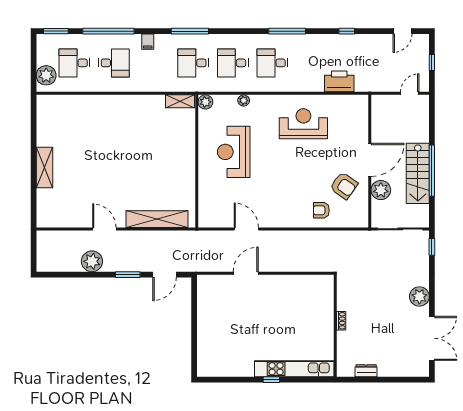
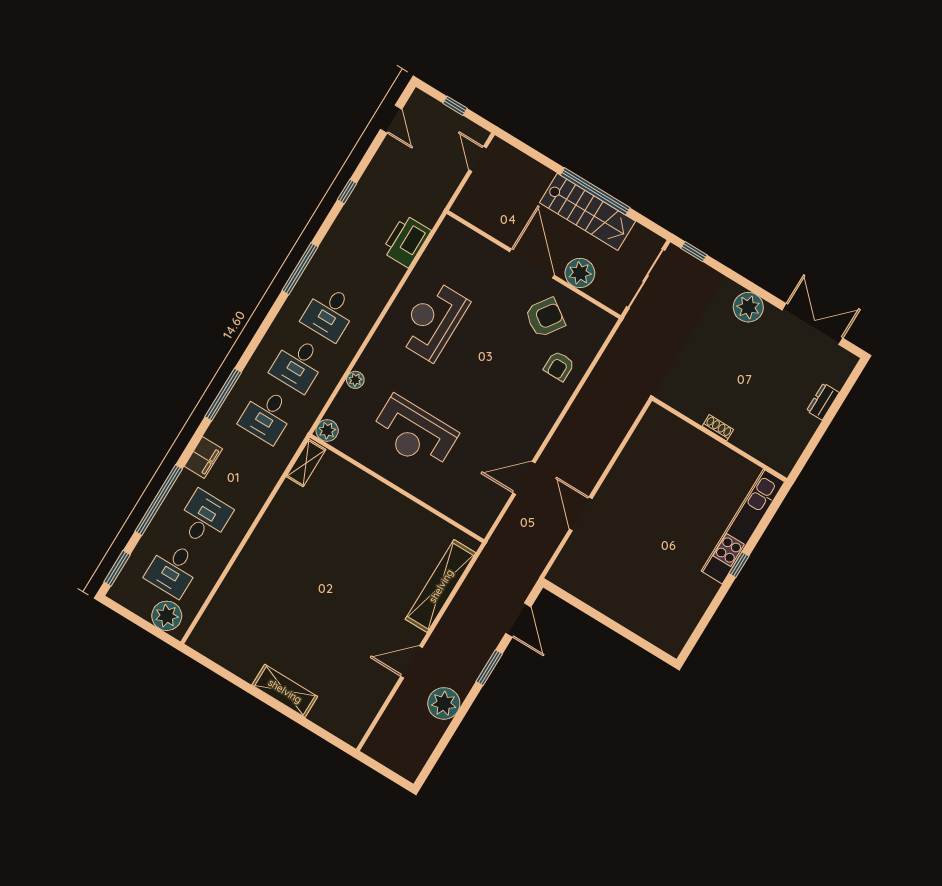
filing cabinet: (148, 42) -> (203, 458), width x2.00
dresser: (366, 371) -> (823, 402), moved

